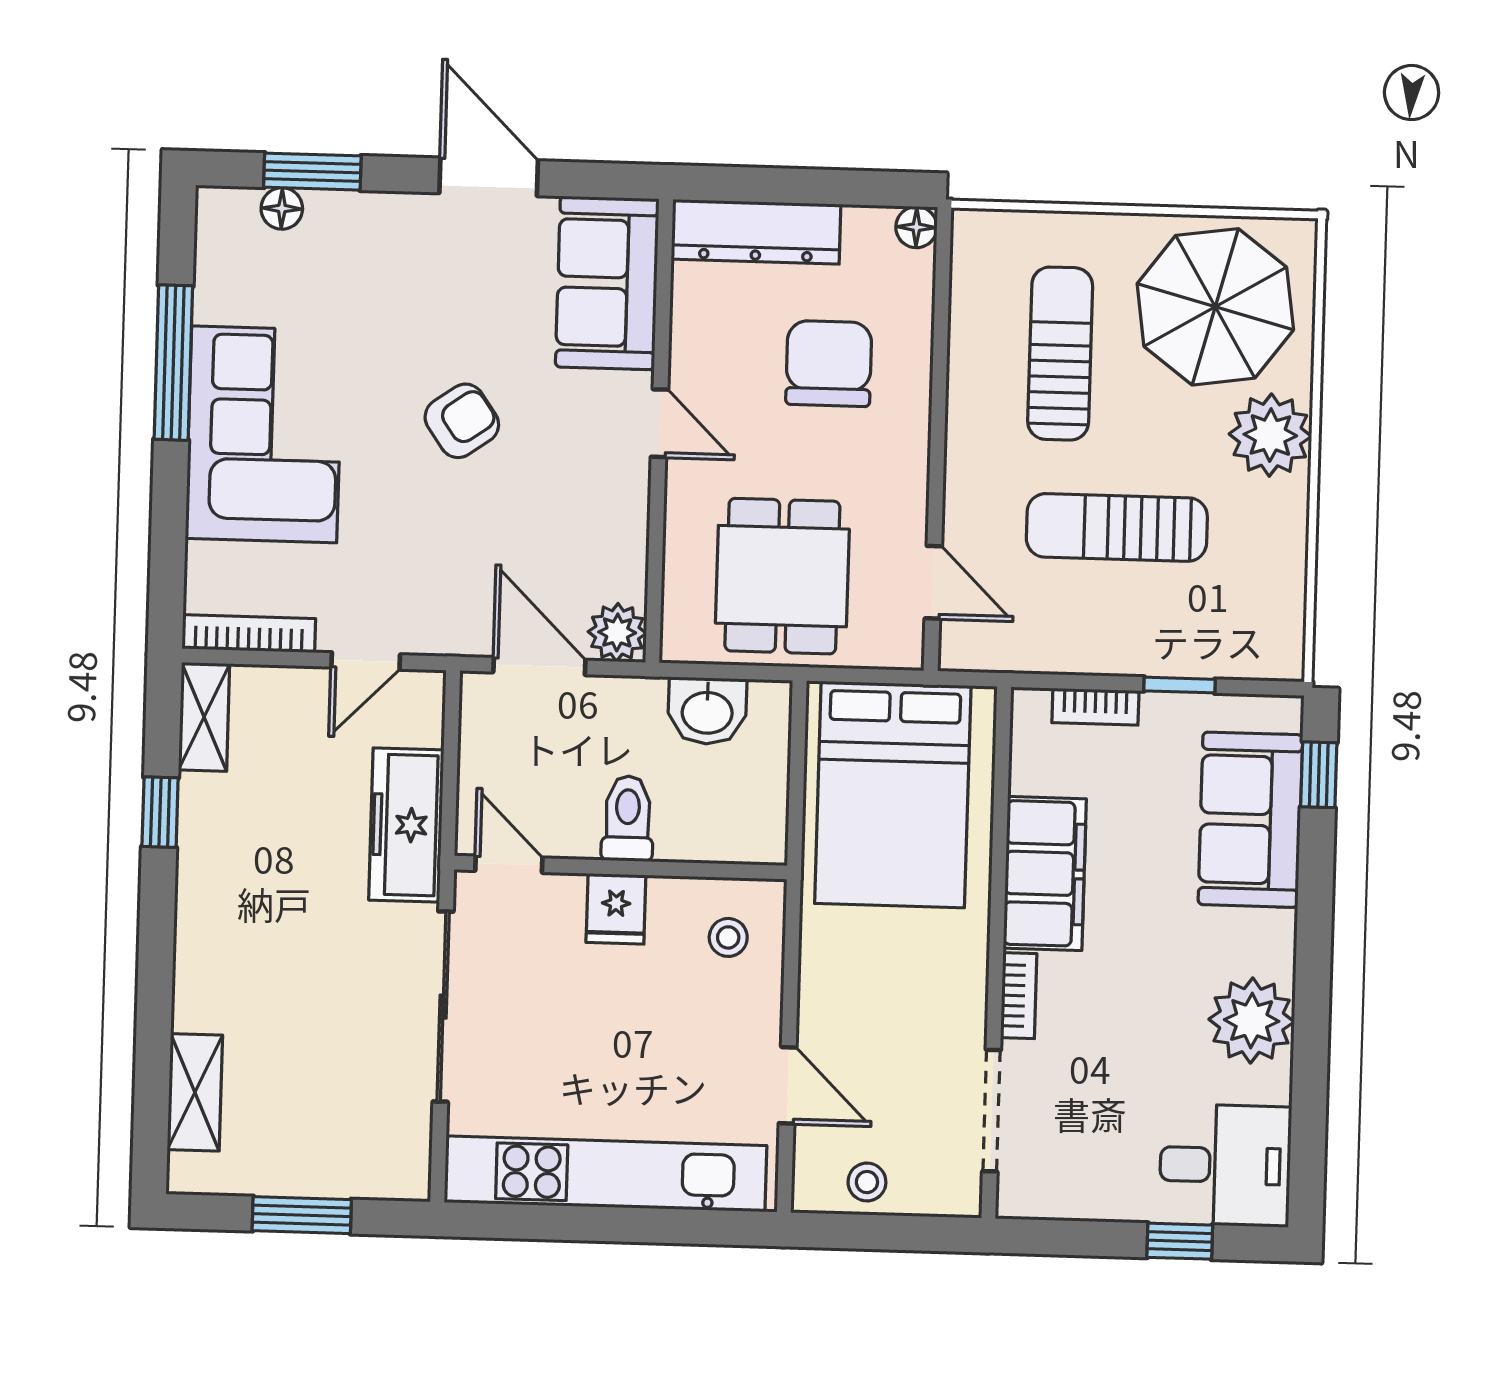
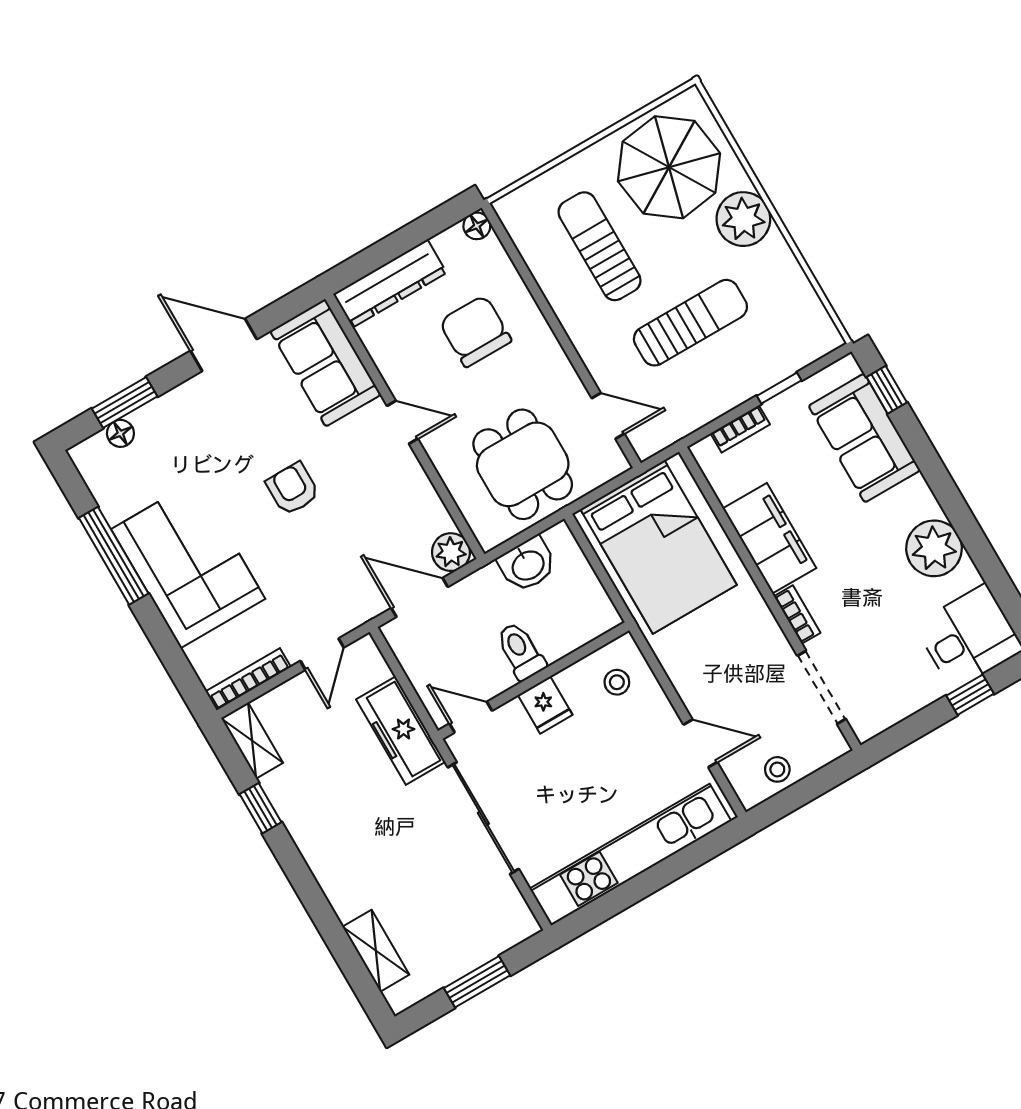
armchair: (462, 421) -> (293, 489), turned -55
sun lounger: (1117, 527) -> (690, 323), turned 180

